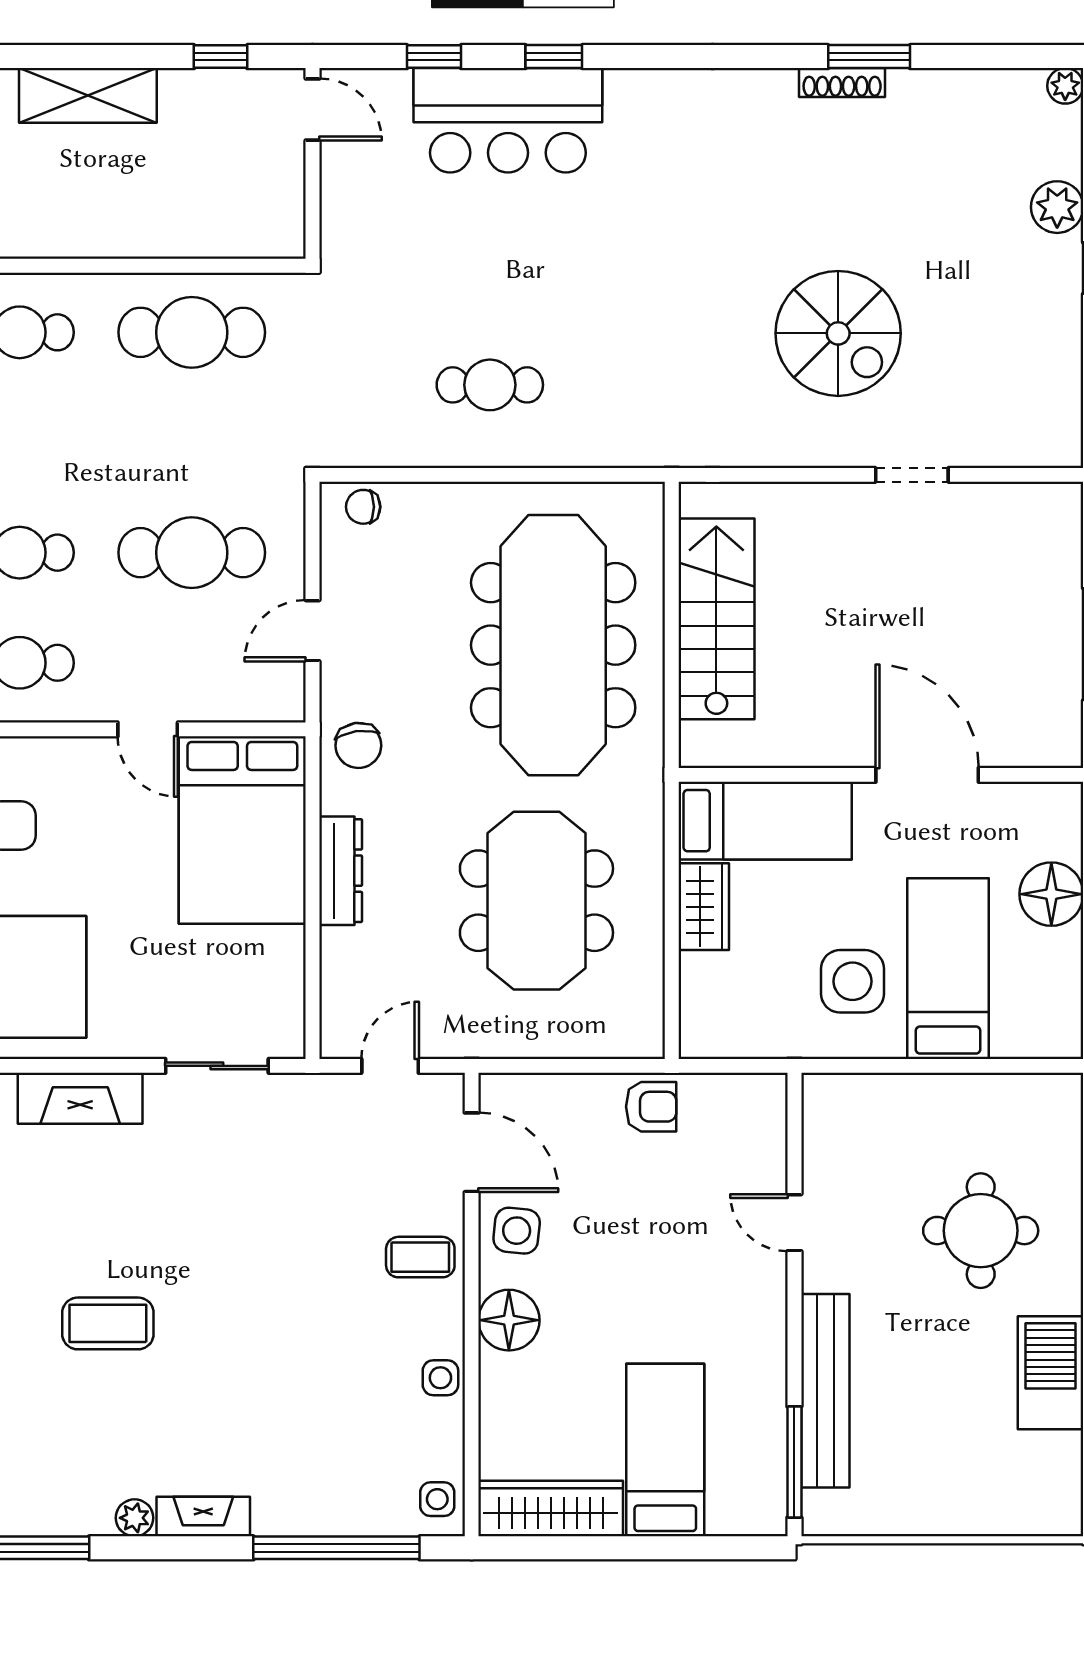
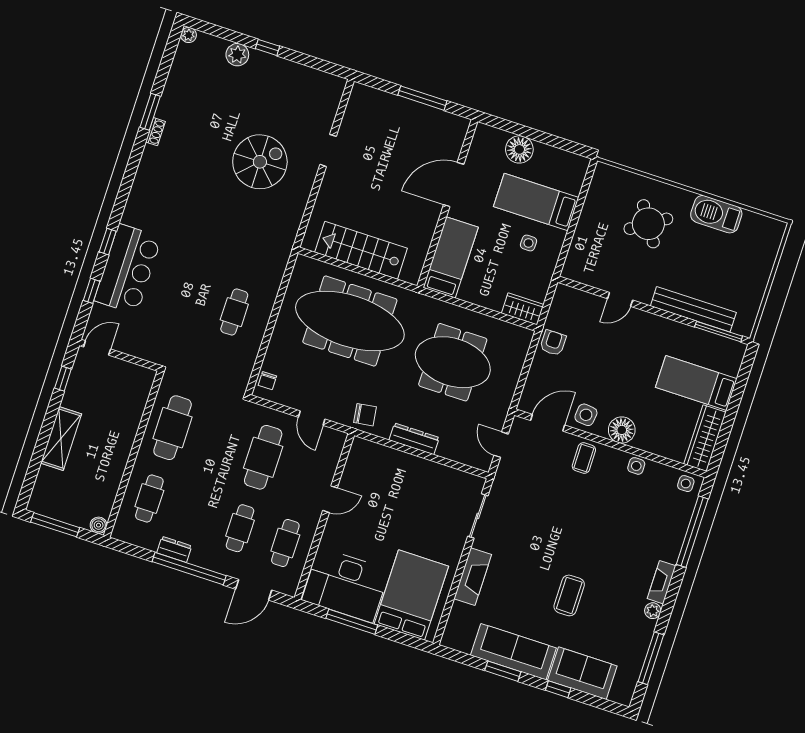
shoe rack: (842, 82) -> (155, 132), width x0.70
bed: (242, 830) -> (384, 474), removed
wardrobe: (704, 907) -> (523, 309), moved
side table: (853, 981) -> (529, 243), width x0.54, depth x0.54
round table: (981, 1231) -> (648, 224), turned -33

